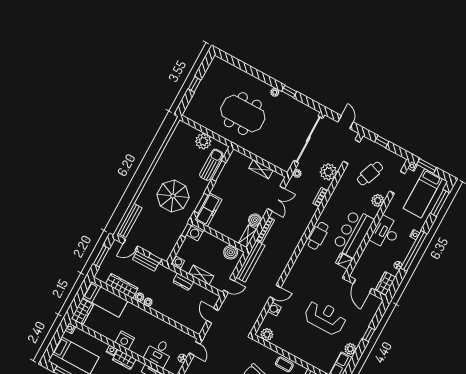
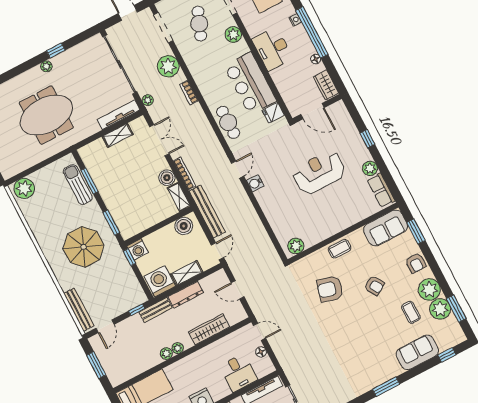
plant: (203, 141) -> (24, 188), moved
tv unit: (275, 161) -> (119, 115), added
freezer: (208, 210) -> (123, 219), removed
bench: (146, 261) -> (156, 310), moved
washing machine: (178, 263) -> (160, 281), width x1.89, depth x1.89
dresser: (183, 282) -> (186, 295), width x1.44
wardrobe: (122, 286) -> (209, 329), moved
door: (275, 292) -> (238, 170), moved
water cooler: (274, 309) -> (255, 183), moved

